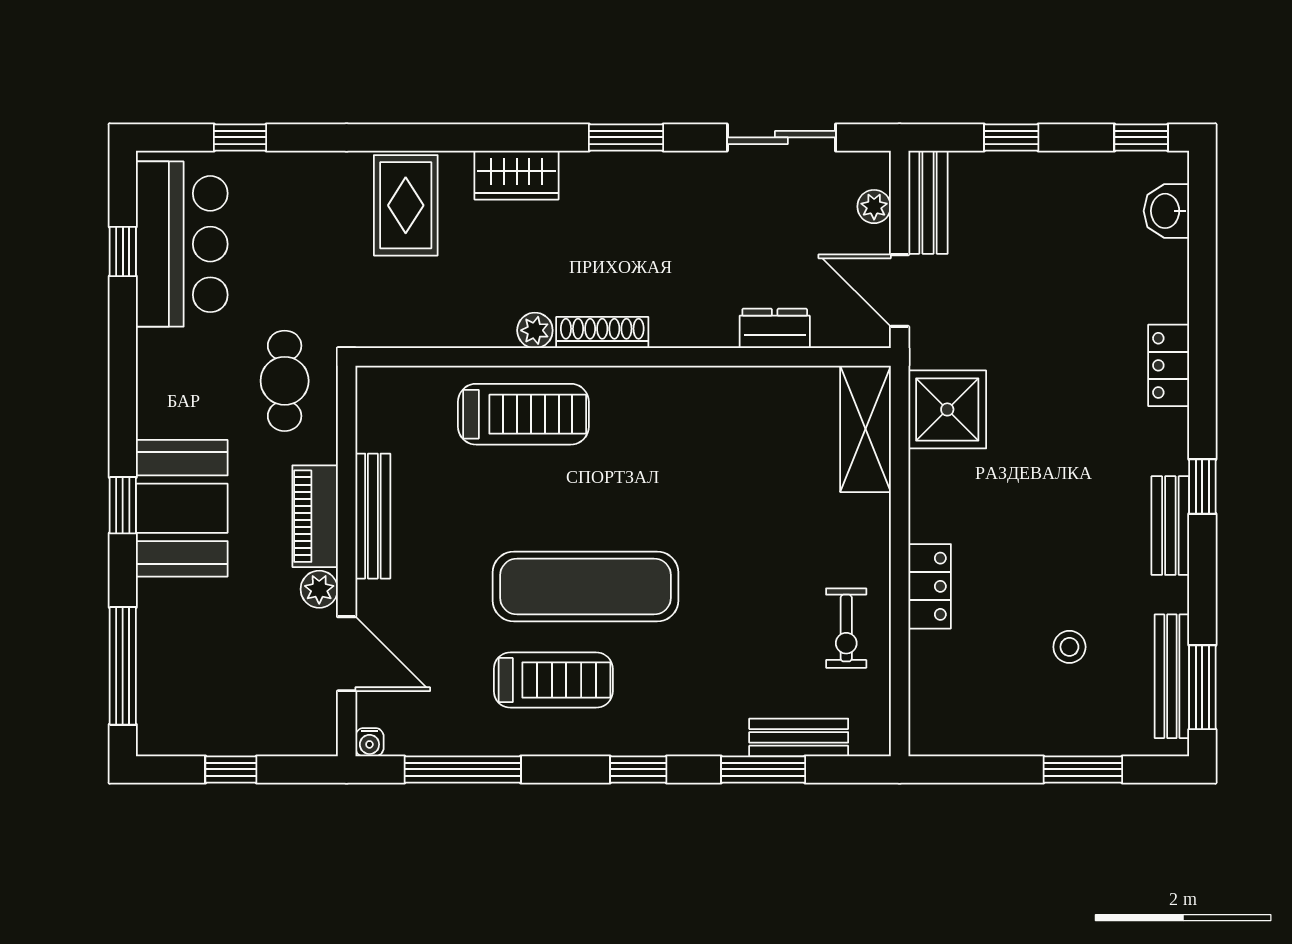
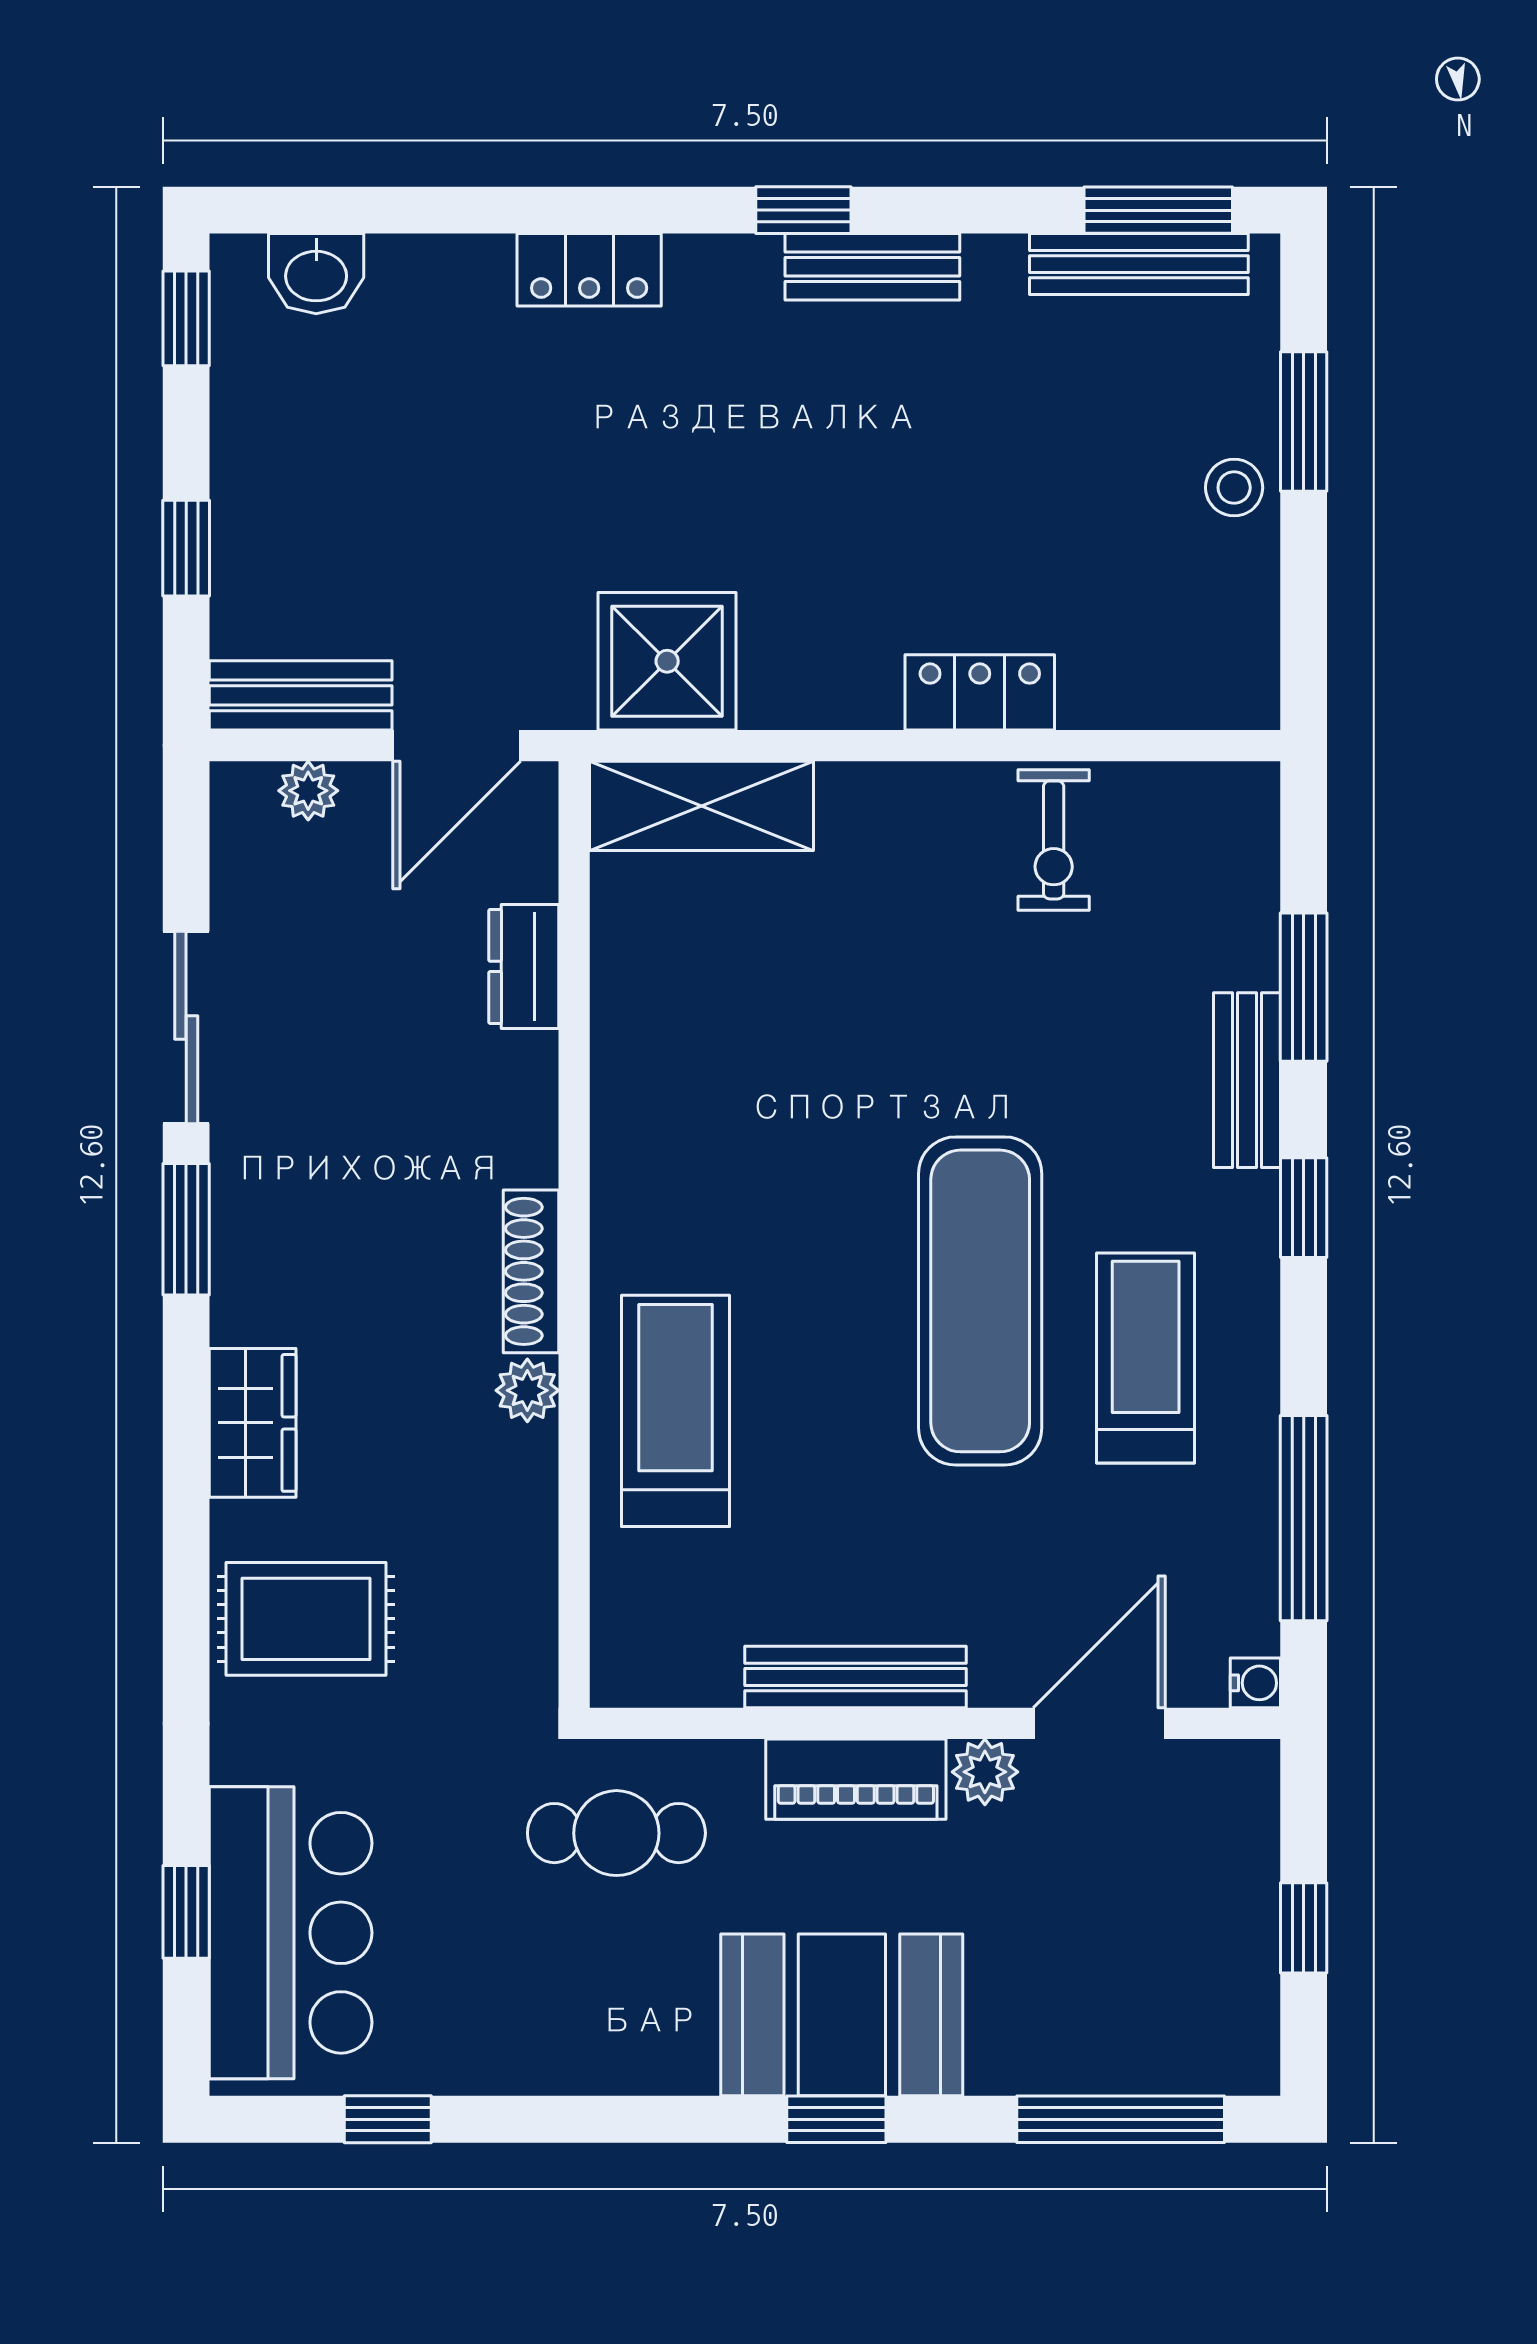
sliding door: (781, 137) -> (186, 1028), moved
bar counter: (182, 244) -> (291, 1933), moved, turned 90
exercise bike: (846, 628) -> (1054, 840), turned 90
stool: (1069, 647) -> (1234, 488), moved
bench: (799, 737) -> (1247, 1080), moved

